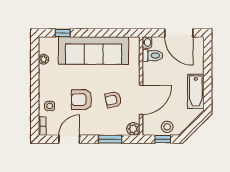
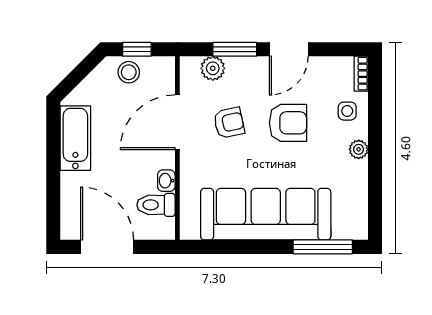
window: (63, 33) -> (323, 247), width x2.17
washbasin: (147, 43) -> (166, 181), moved
plant: (44, 59) -> (359, 149), moved
plant: (133, 129) -> (213, 68), moved
door: (69, 139) -> (289, 49), moved

